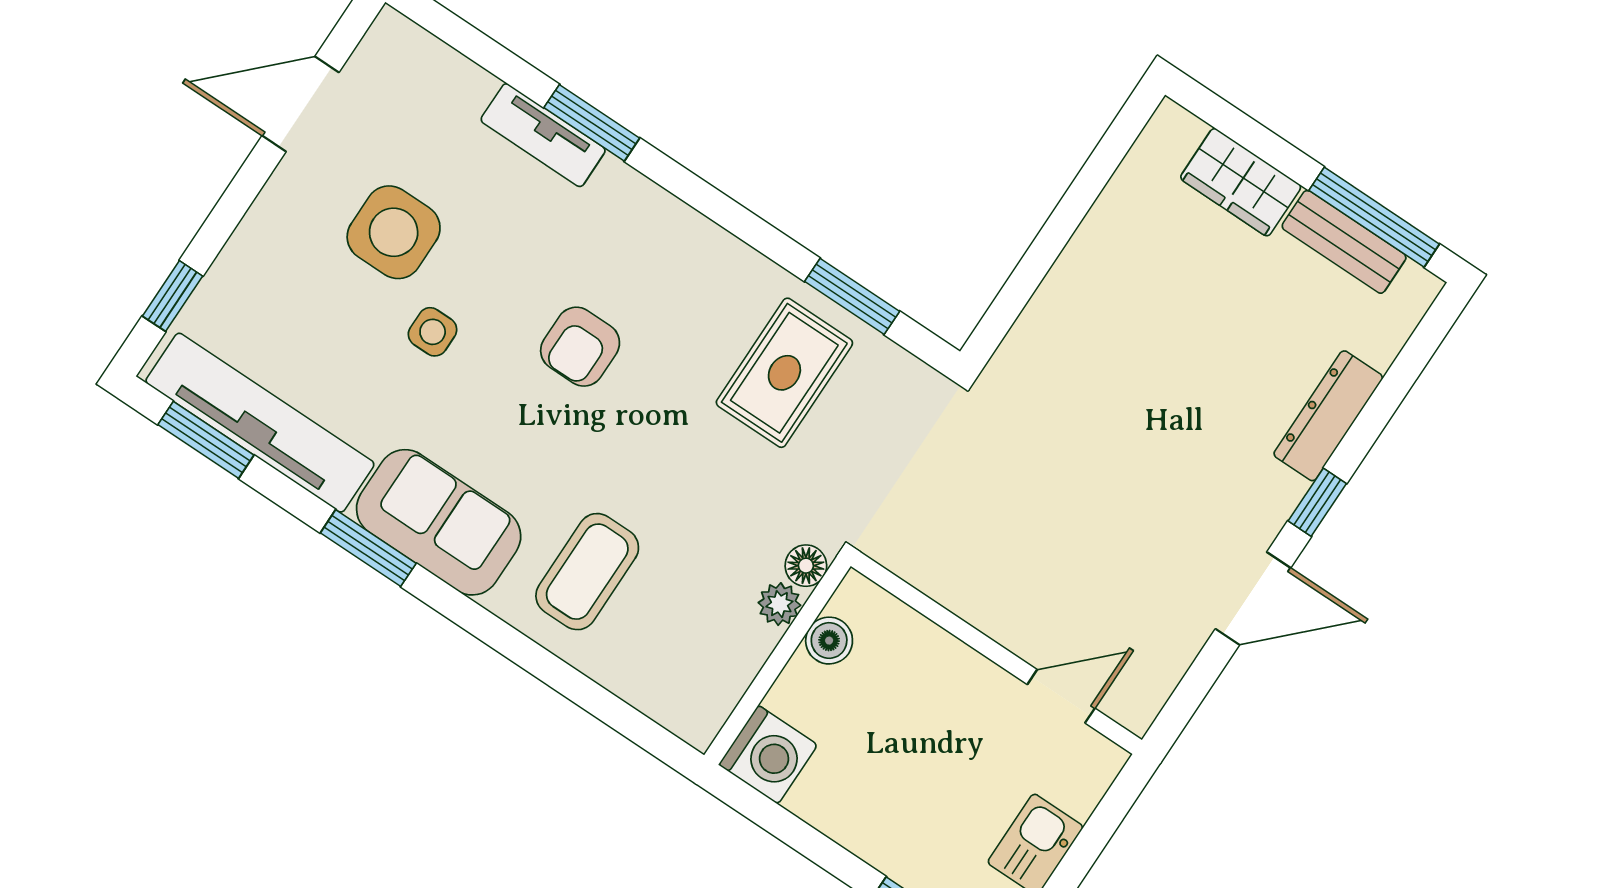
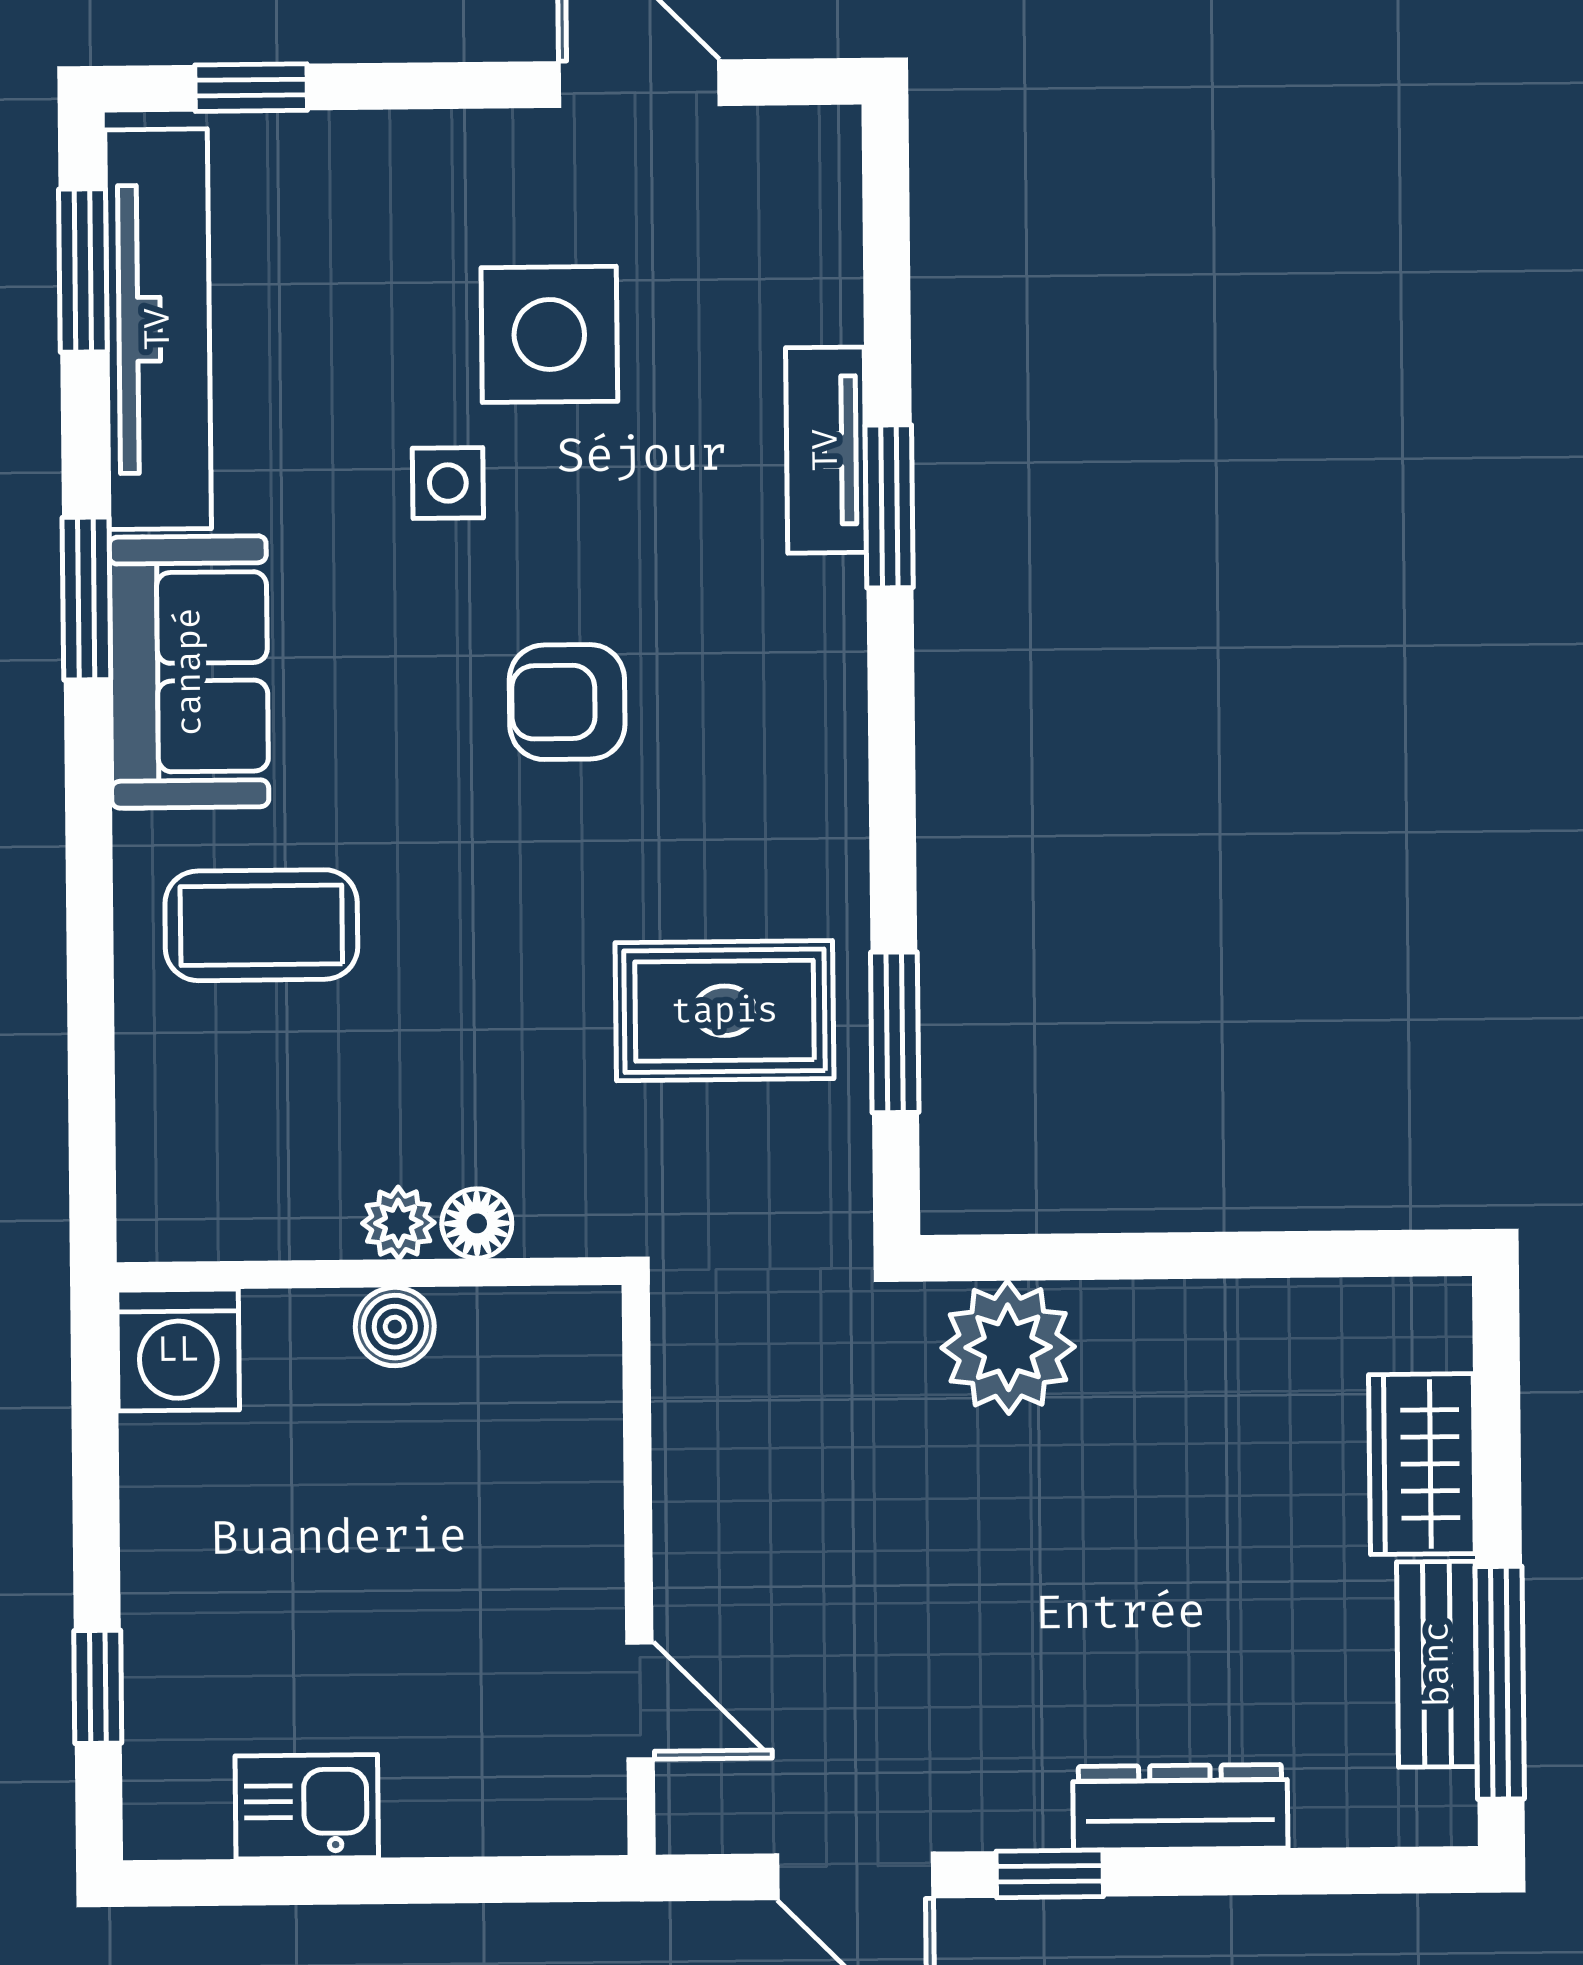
plant: (1045, 346) -> (1008, 1347), added
wall: (996, 653) -> (639, 1570), moved
door: (1061, 696) -> (640, 1701), moved

